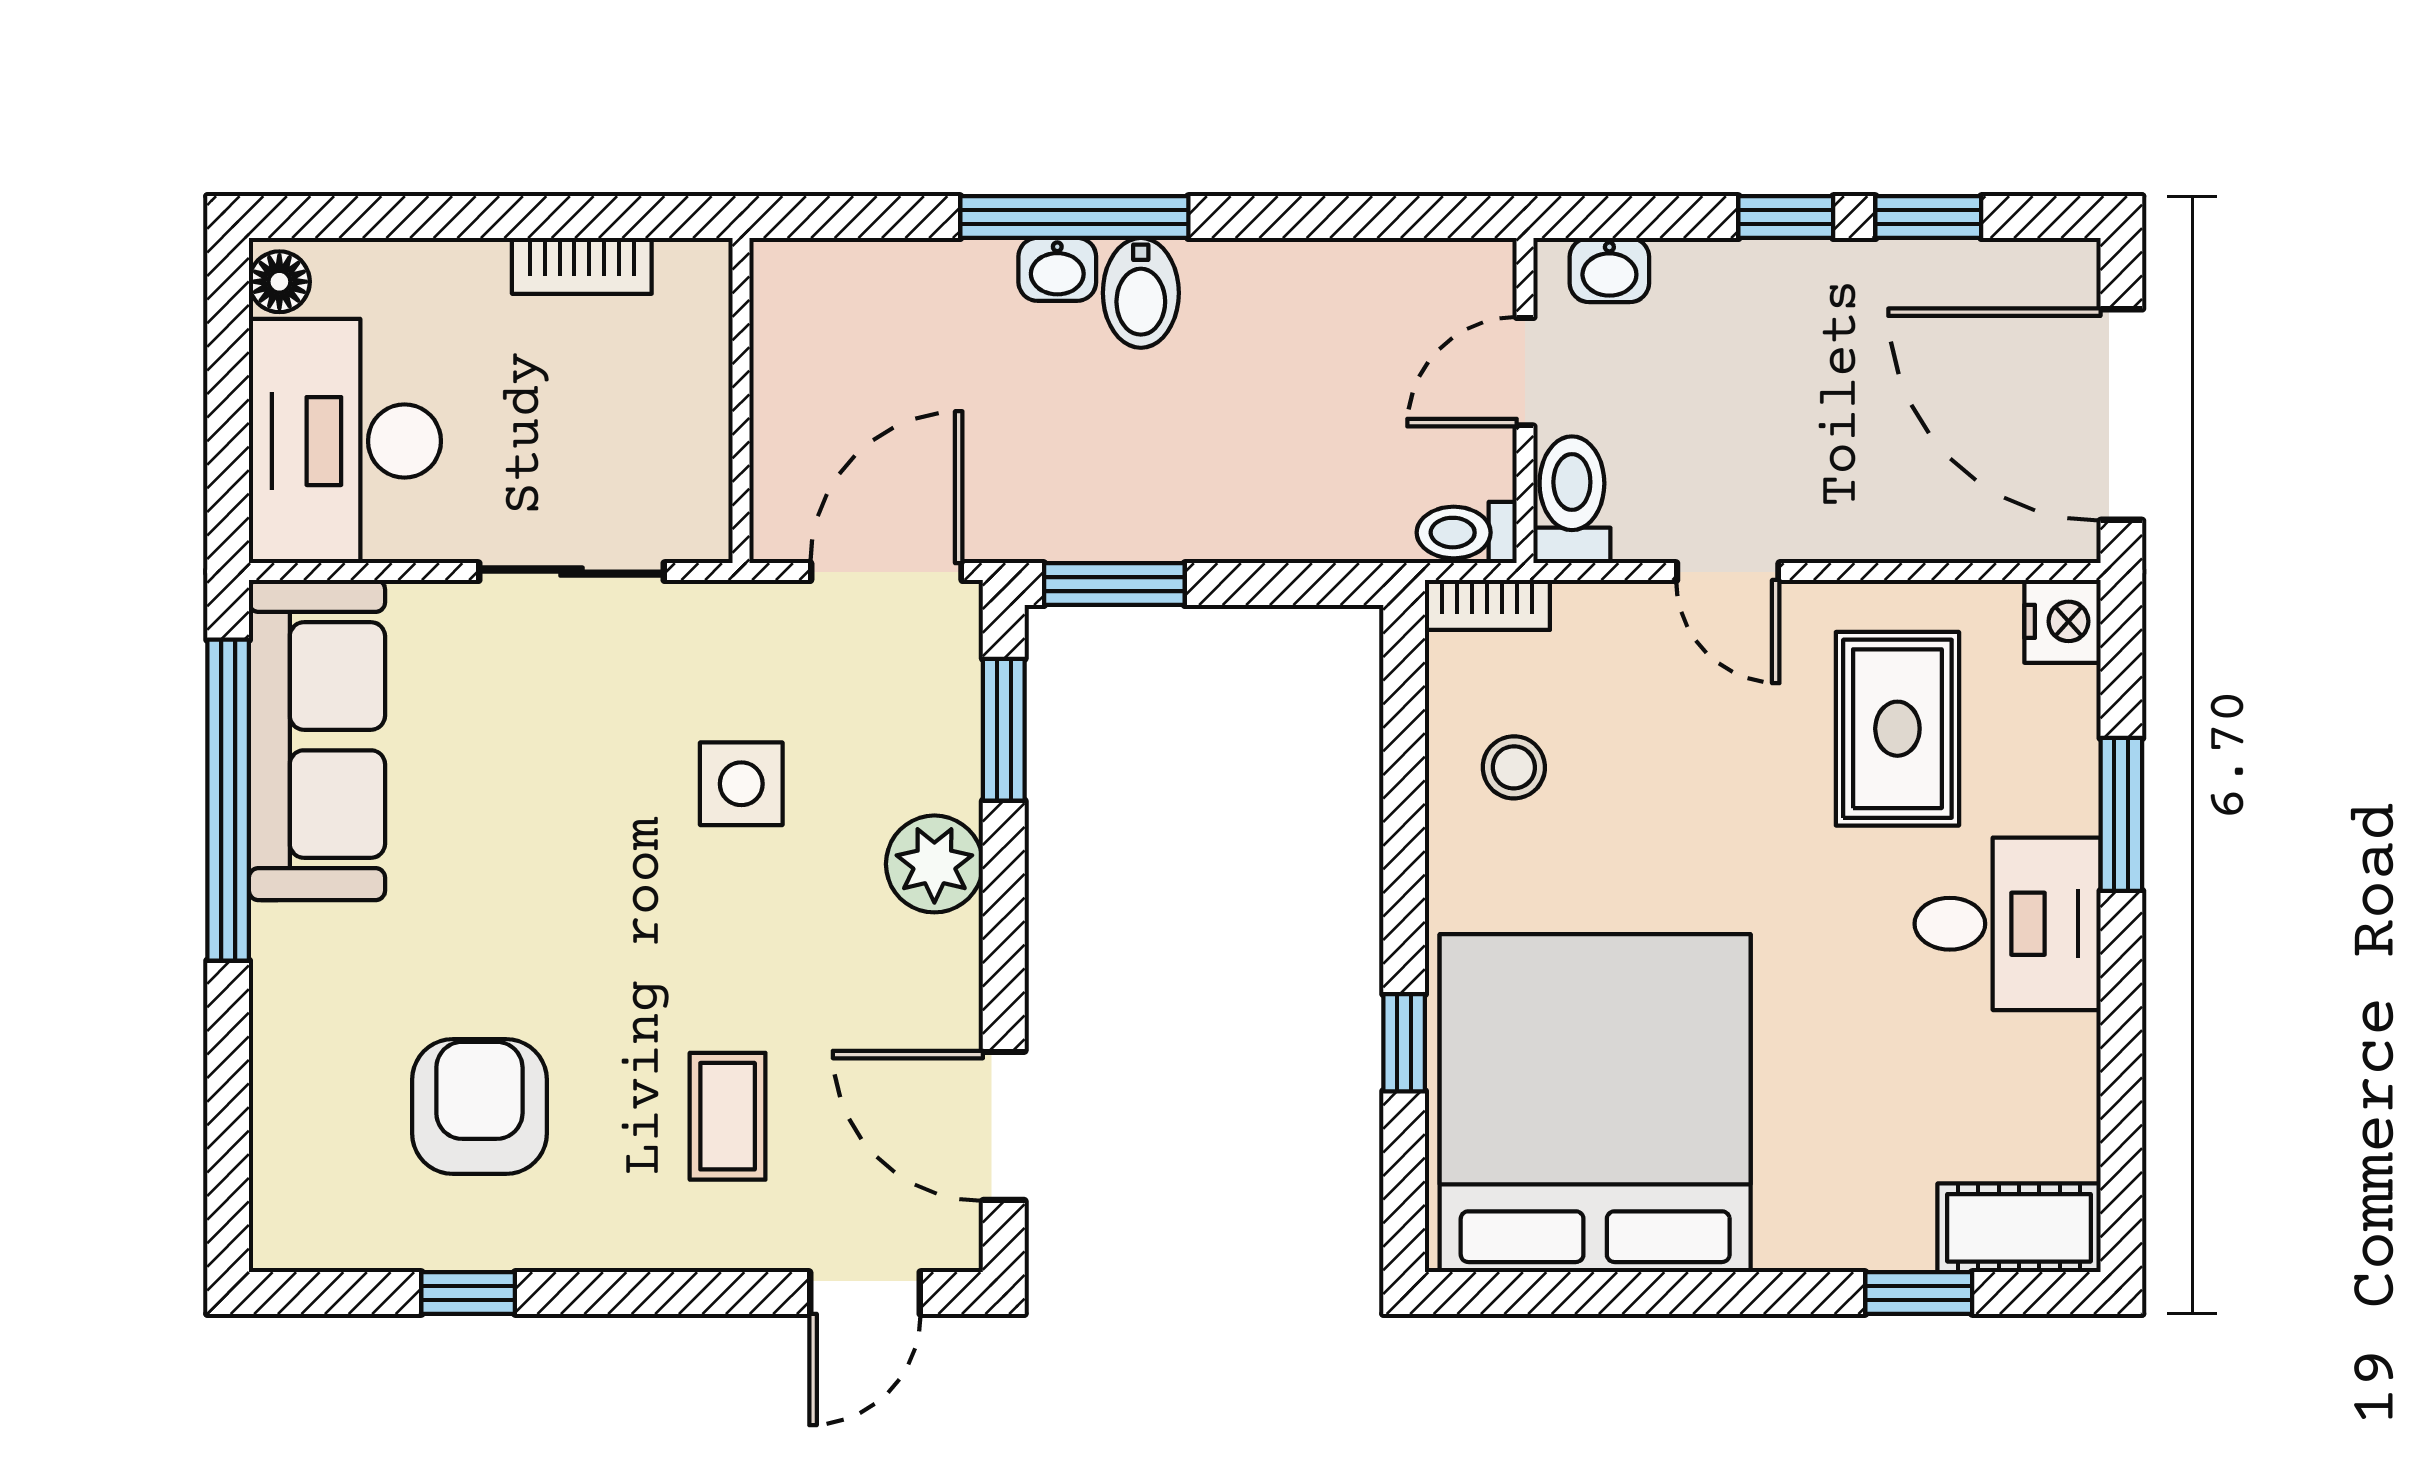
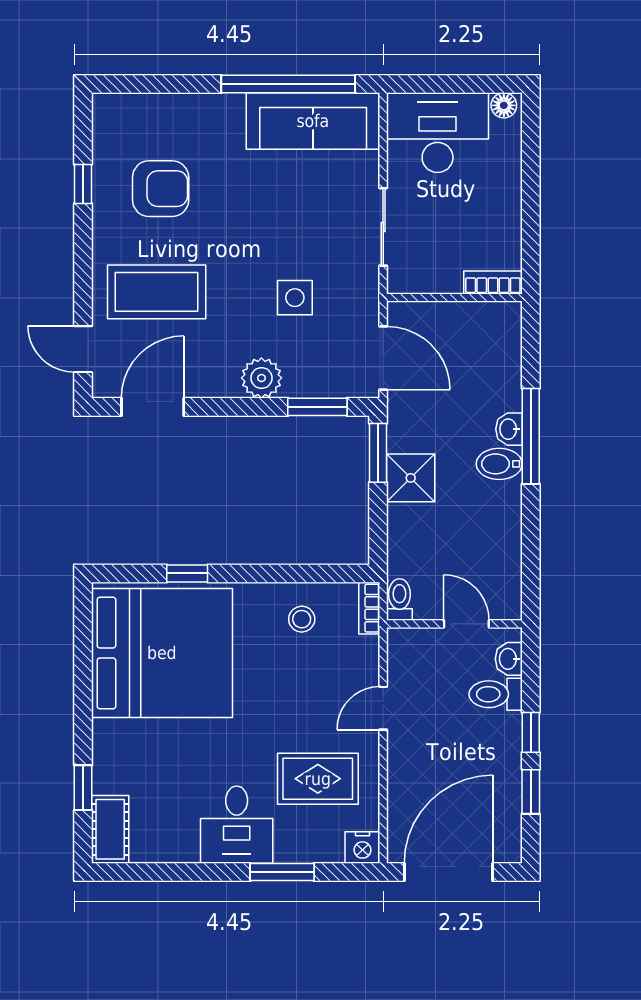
bookcase: (582, 266) -> (493, 282), moved, turned 90
toilet: (1572, 500) -> (496, 694), moved, turned 180
shower: (1175, 506) -> (411, 478), added
coffee table: (728, 1116) -> (157, 292), width x1.86, depth x1.72

